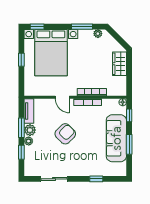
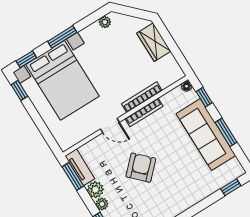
window: (82, 27) -> (62, 37), moved
window: (21, 60) -> (19, 90), moved
window: (21, 128) -> (73, 176), moved
window: (96, 179) -> (231, 187), moved

